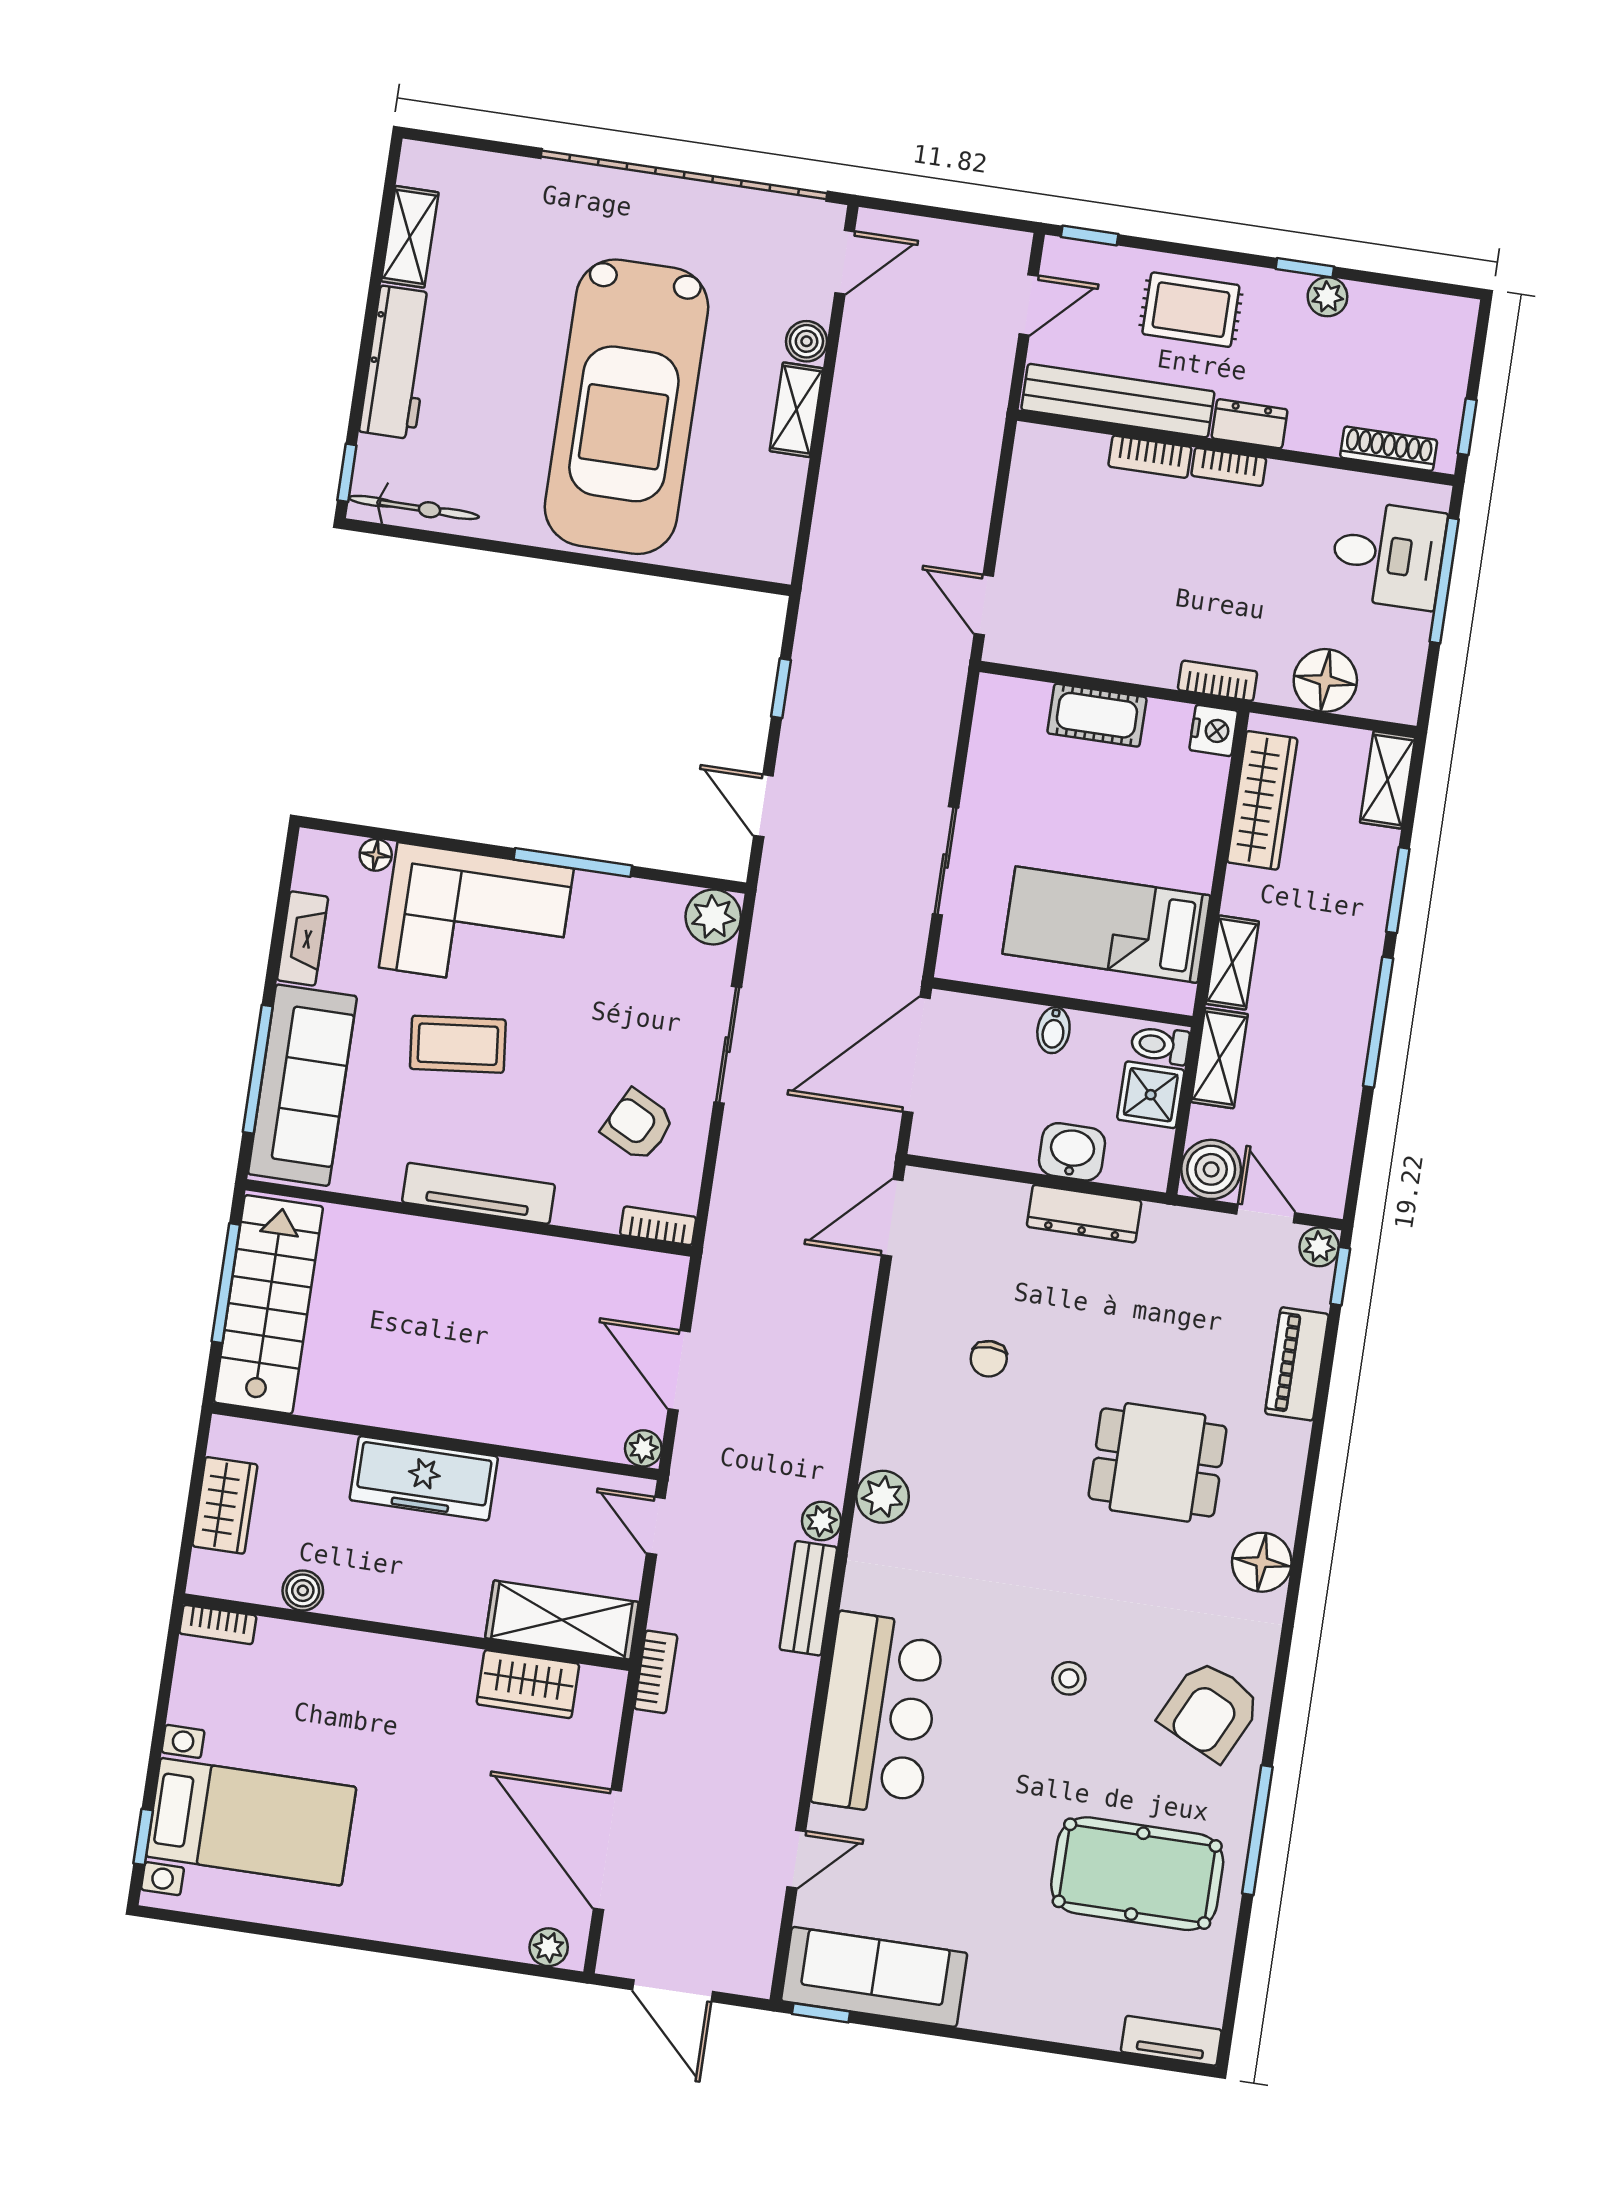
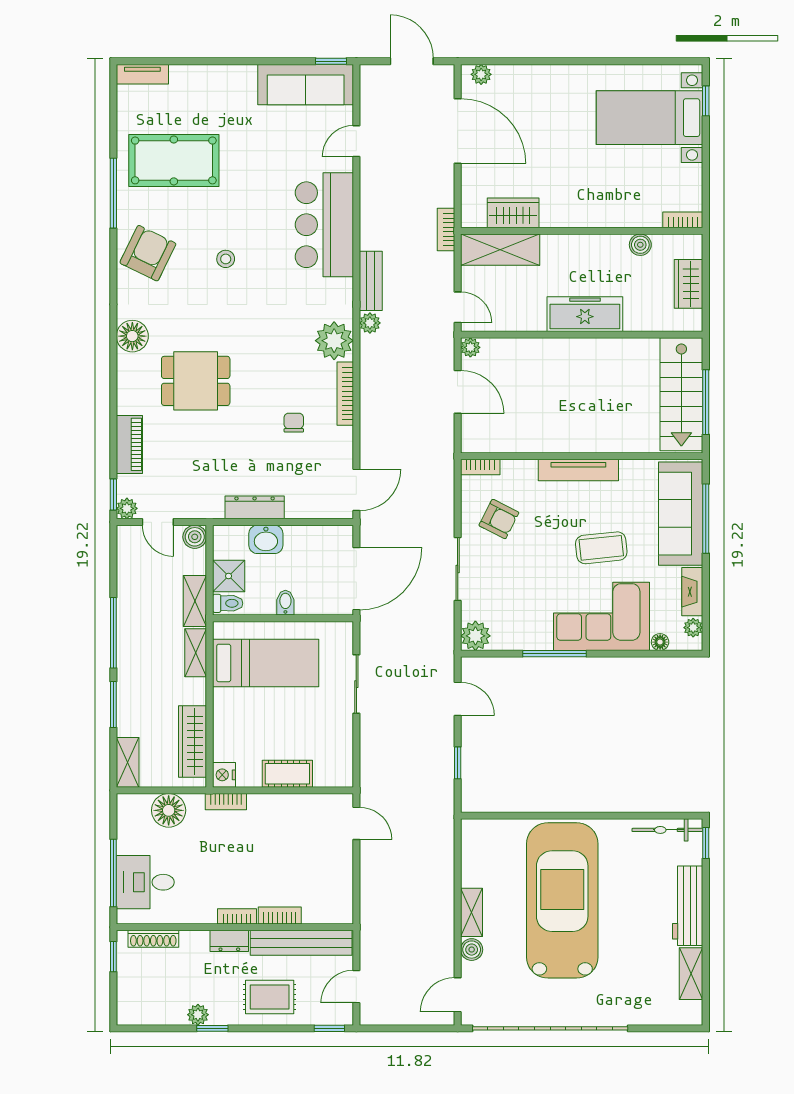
plant: (311, 872) -> (693, 628), added
boiler: (1211, 1169) -> (195, 537), width x0.73, depth x0.73
bookcase: (886, 1398) -> (345, 394), added
plant: (883, 1497) -> (334, 341), width x1.36, depth x1.36

